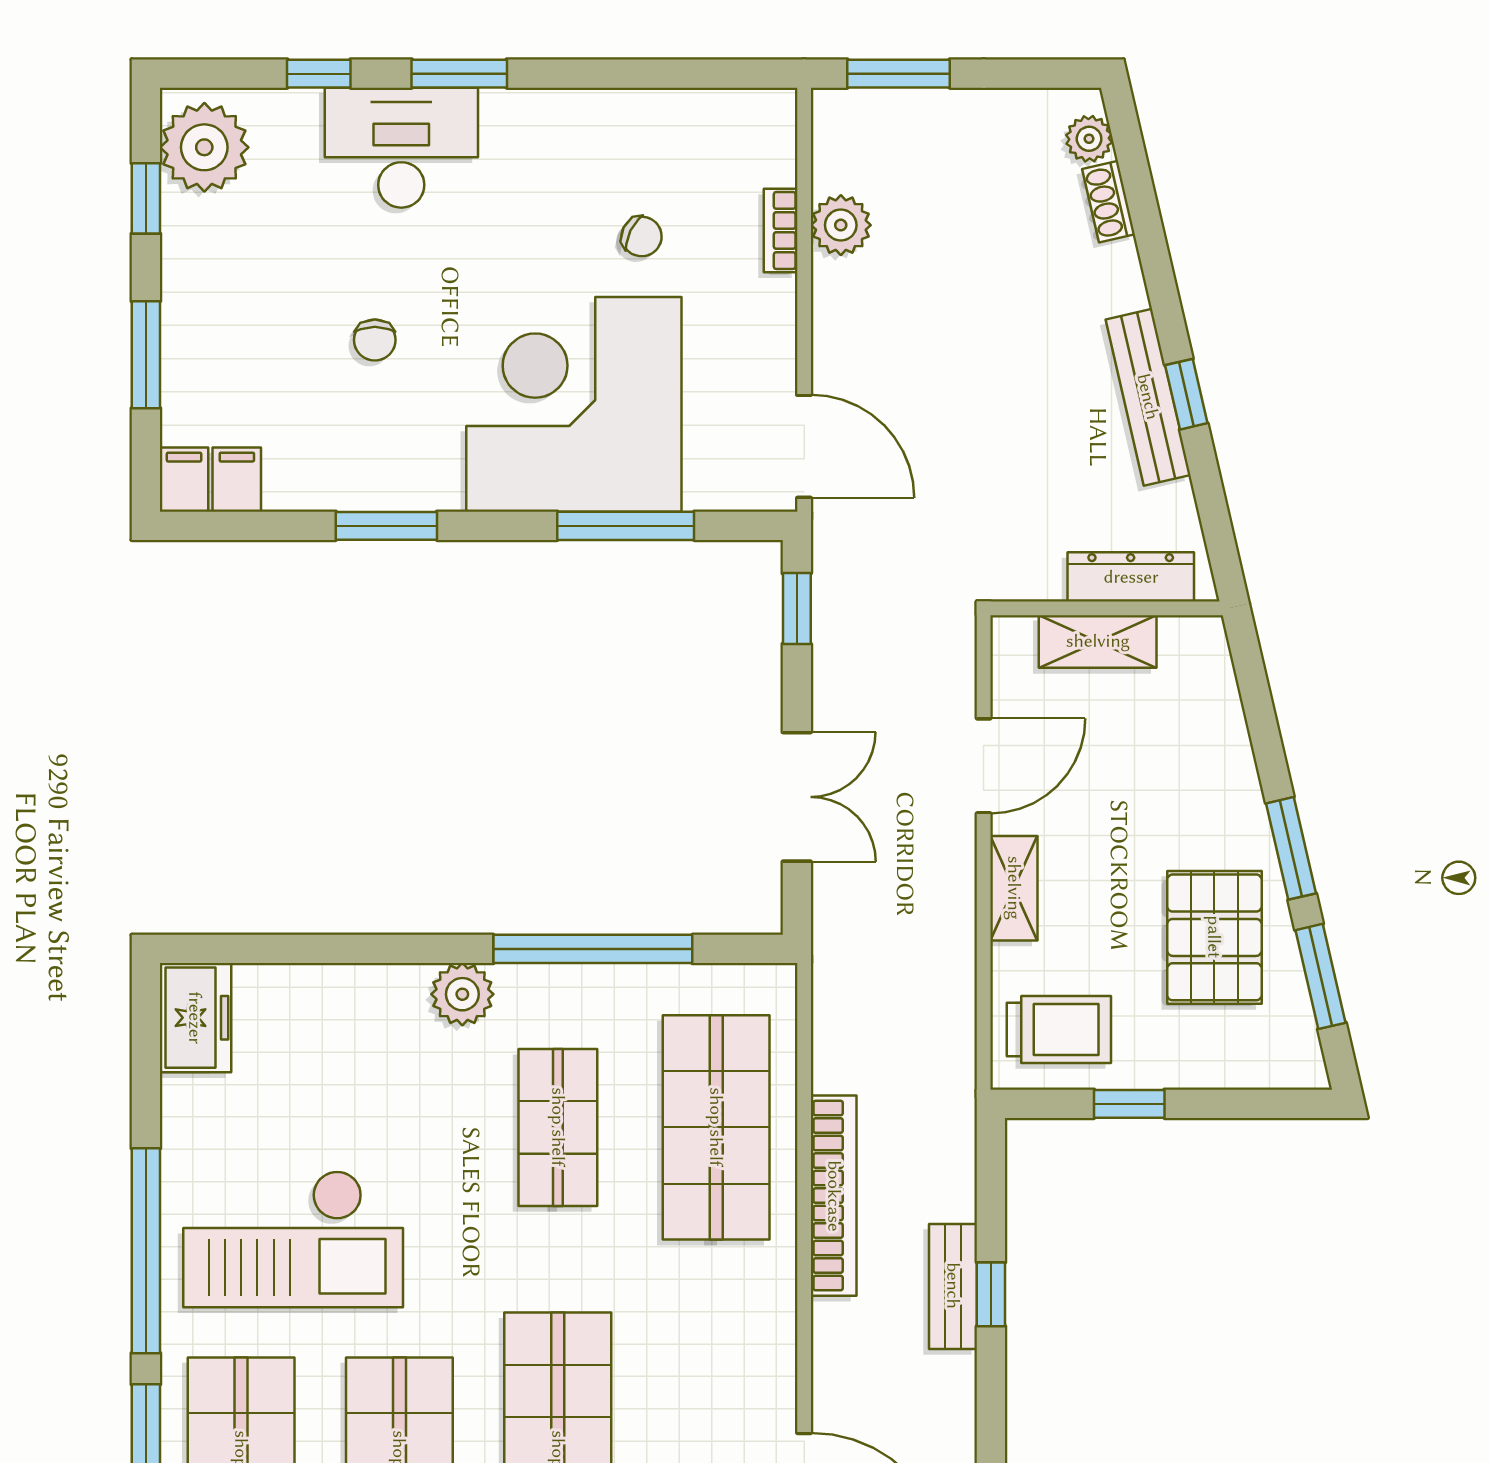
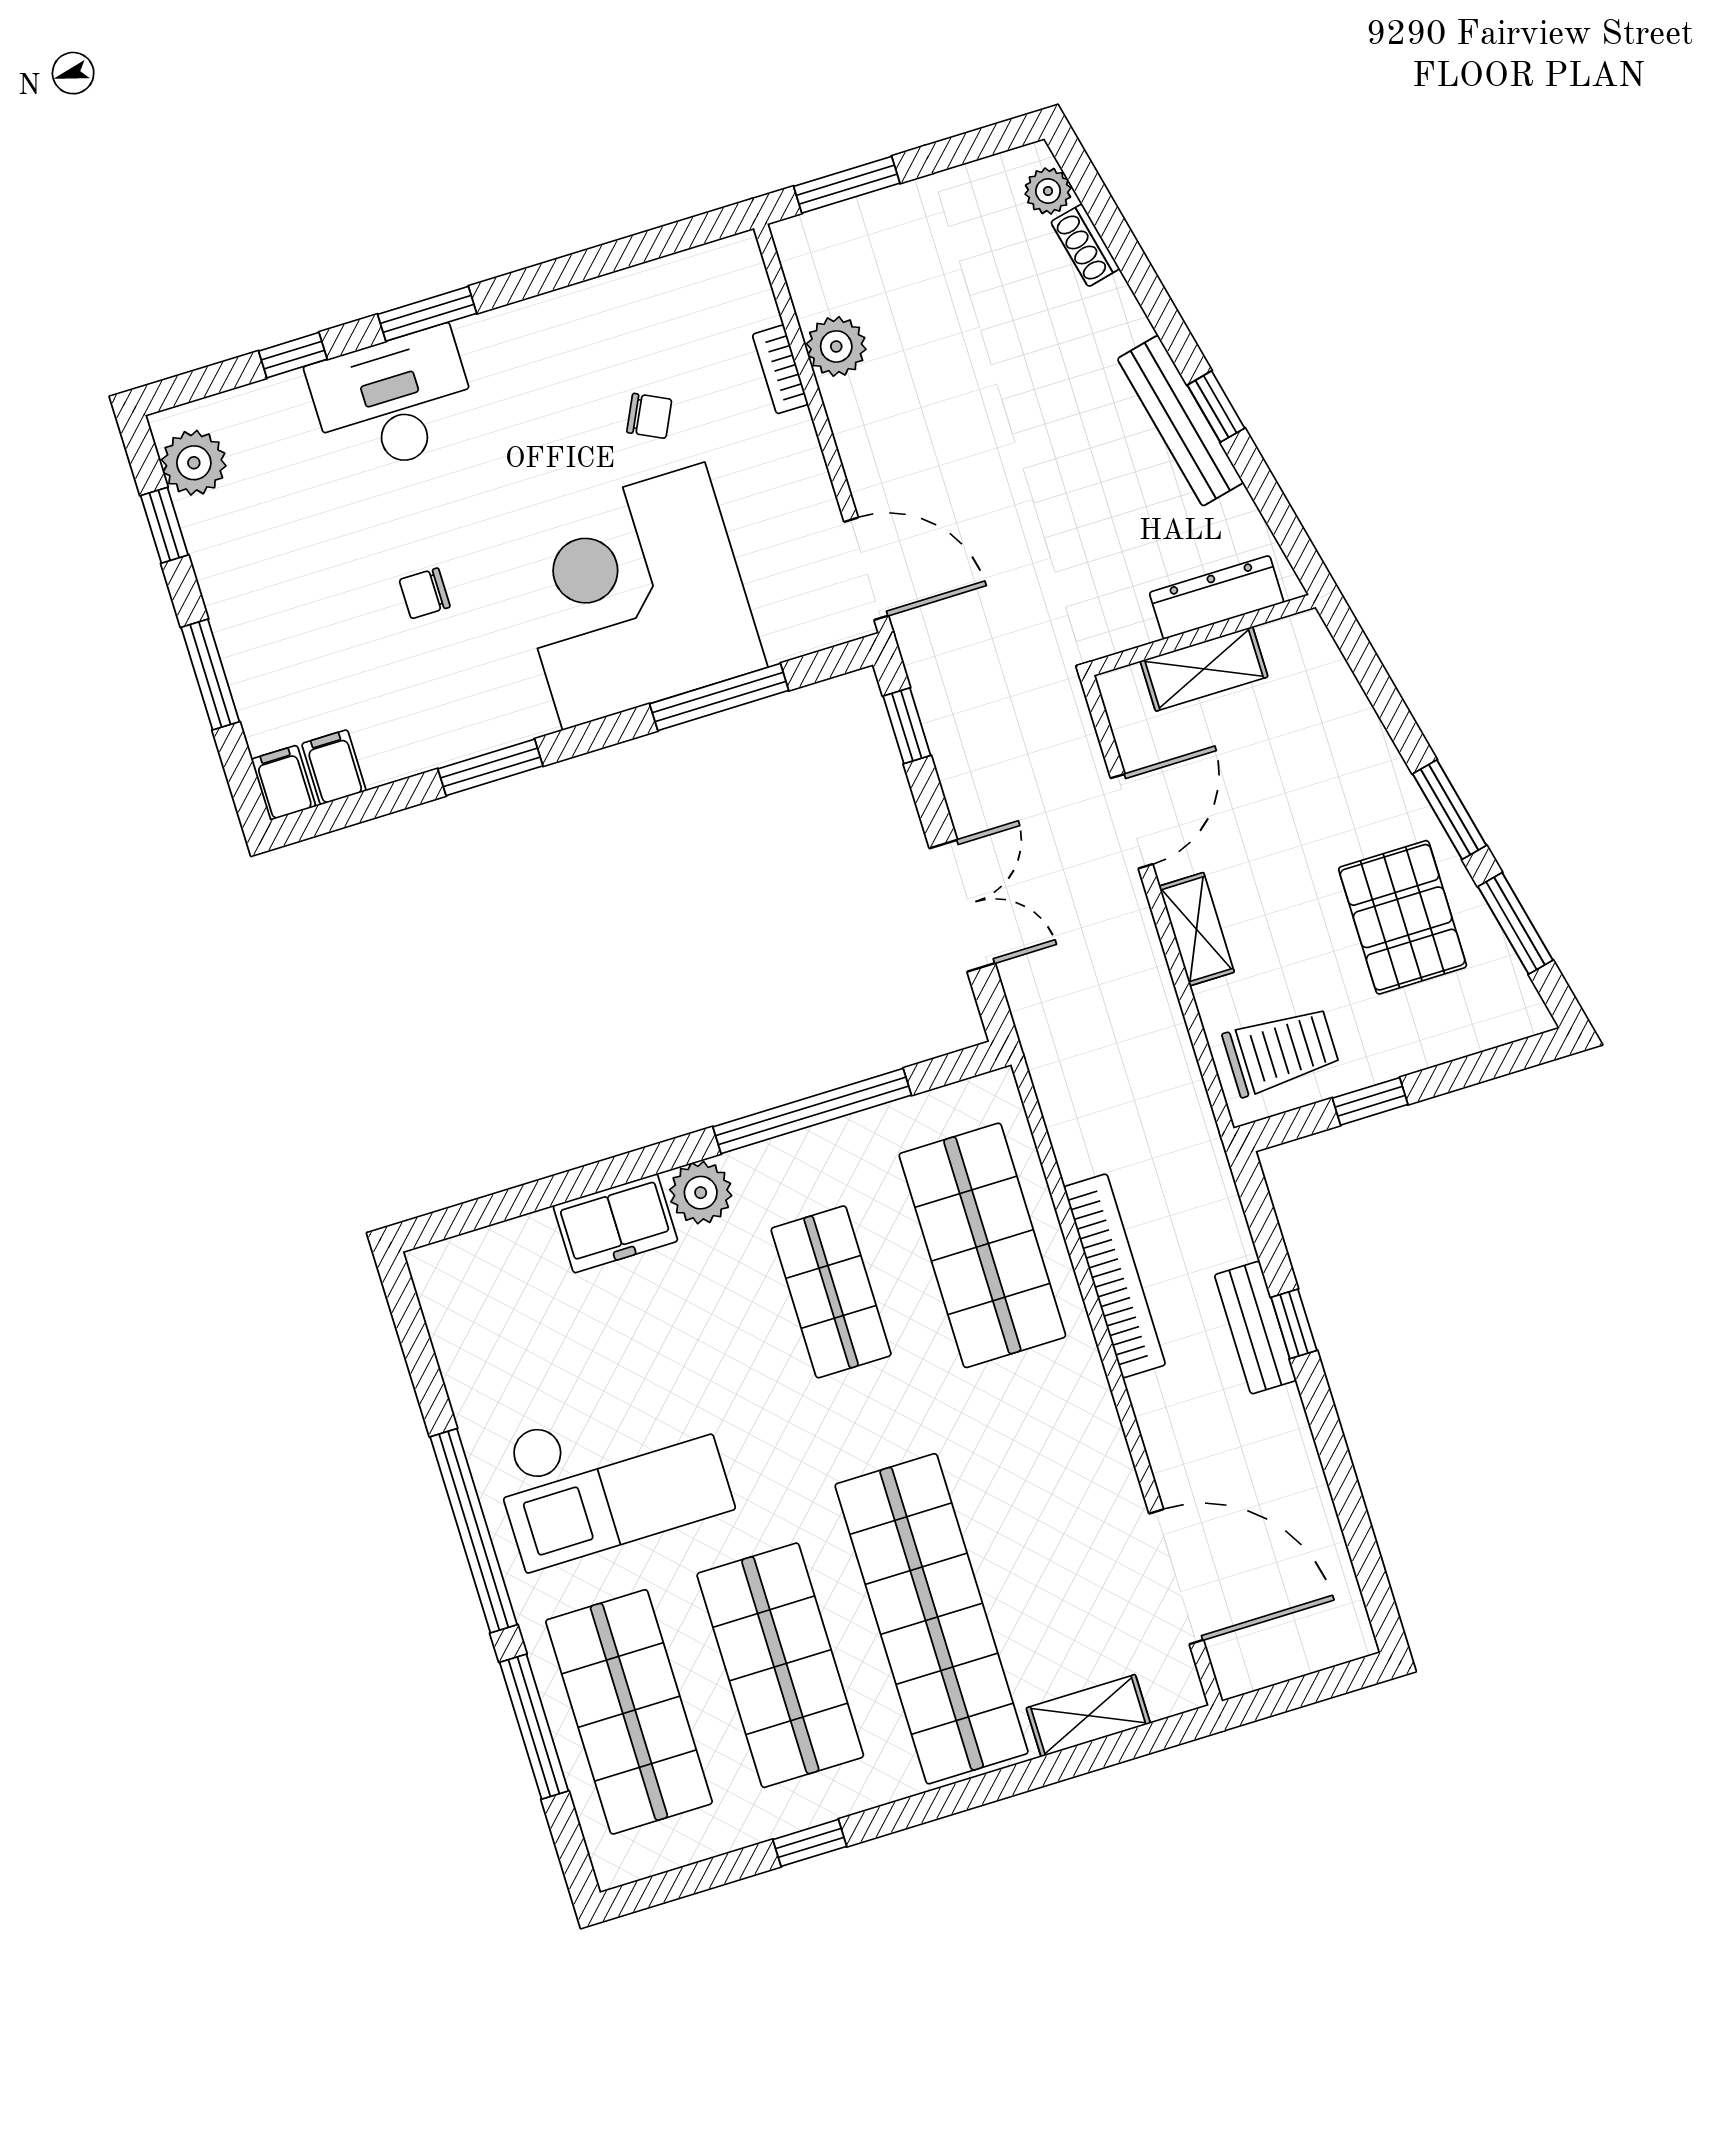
plant: (204, 147) -> (194, 463), width x0.73, depth x0.73
chair: (375, 340) -> (425, 593), turned 90
freezer: (195, 1018) -> (615, 1223), moved, turned 90

